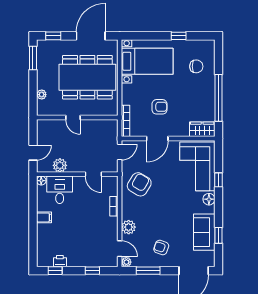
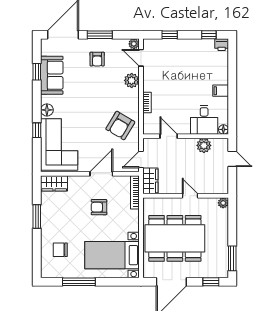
window: (179, 36) -> (79, 282), width x2.17
plant: (42, 95) -> (223, 203), moved
window: (219, 98) -> (37, 217), width x0.47
wardrobe: (111, 132) -> (150, 181), added
door: (33, 153) -> (232, 159), swing flipped
armchair: (161, 247) -> (97, 59), turned 71
printer: (60, 261) -> (222, 45), moved
window: (148, 271) -> (100, 35), moved

